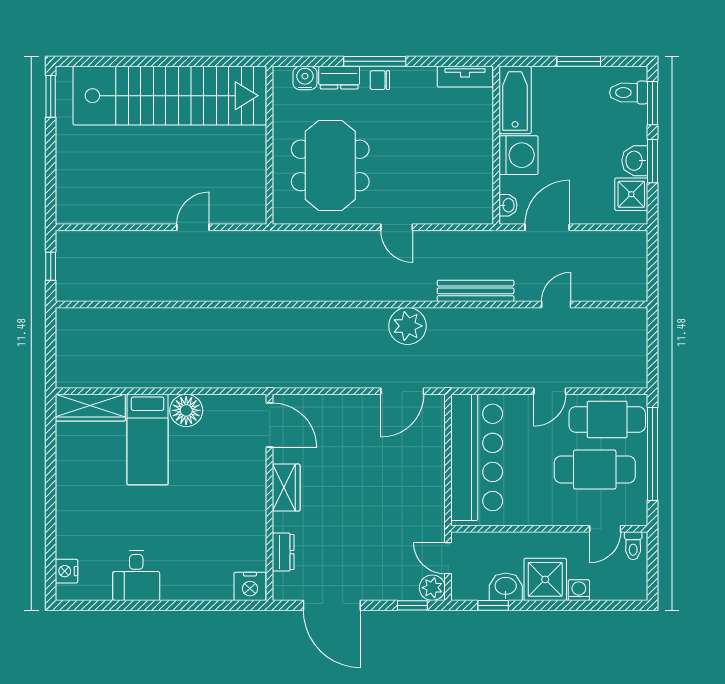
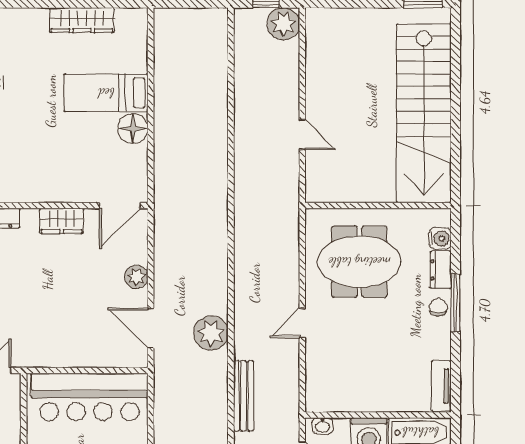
plant: (73, 248) -> (283, 24), added
plant: (347, 407) -> (136, 277), added
wardrobe: (90, 408) -> (82, 20), moved, turned -90

